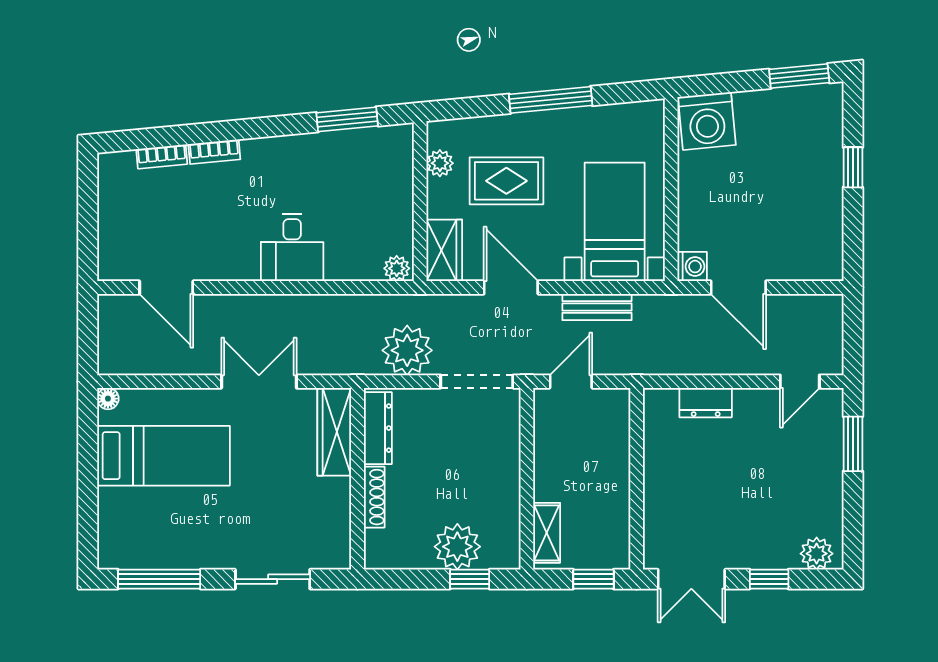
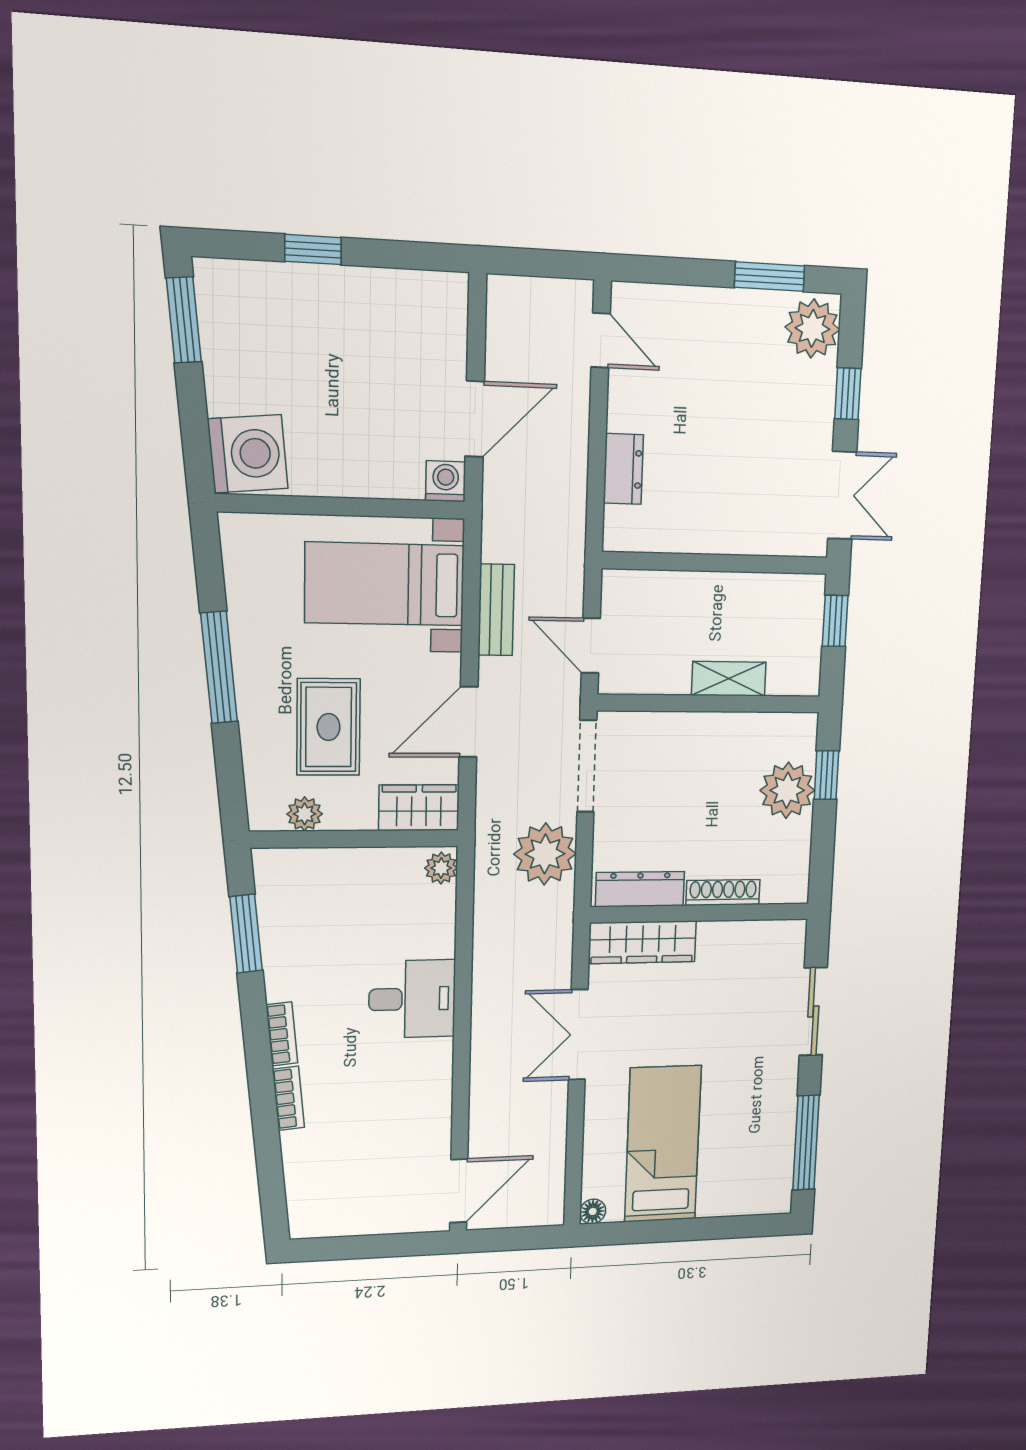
bookcase: (162, 157) -> (282, 1034), moved
door: (166, 288) -> (459, 1191), moved
window: (853, 444) -> (770, 277), moved
shelving: (547, 533) -> (729, 679), moved
plant: (817, 554) -> (812, 328), width x1.36, depth x1.36

